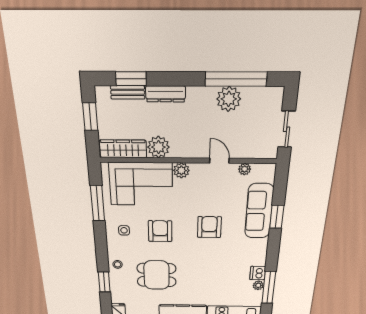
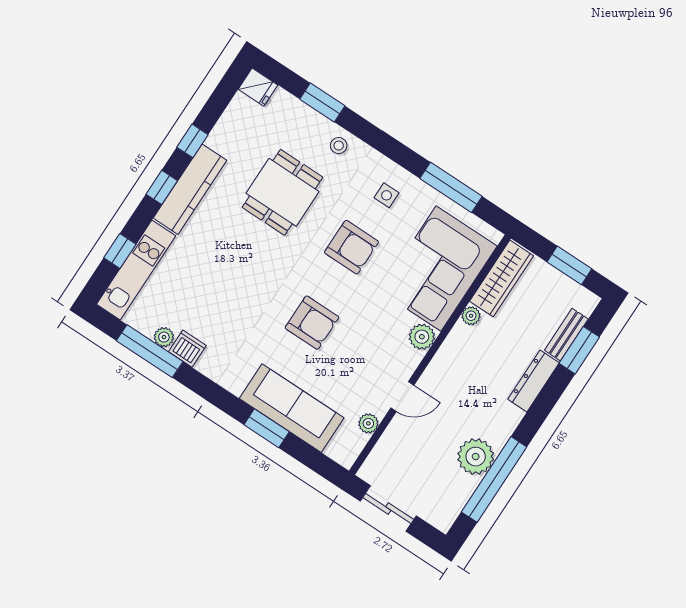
plant: (158, 147) -> (471, 316), width x0.53, depth x0.53

